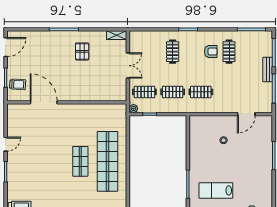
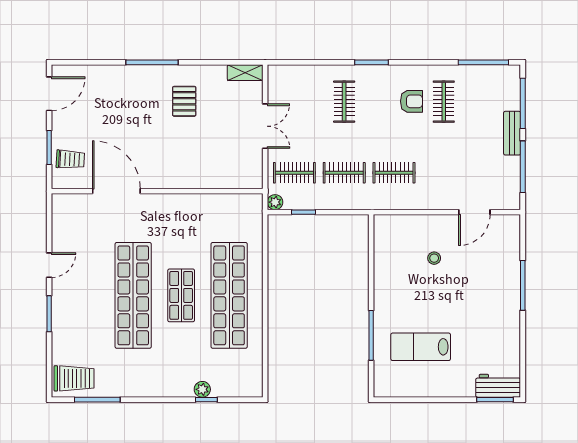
shop shelf: (53, 161) -> (133, 295), added

